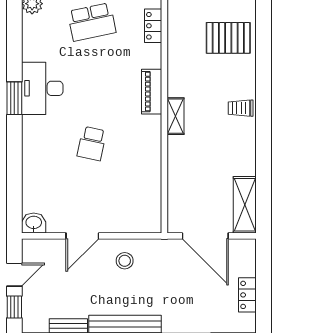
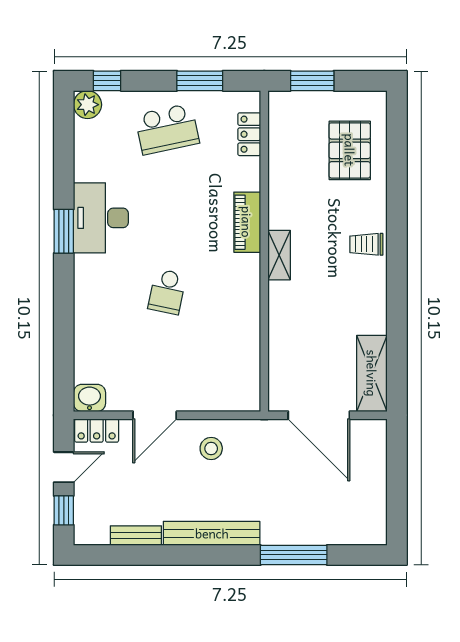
pallet: (228, 38) -> (350, 150), turned 90
locker: (247, 295) -> (97, 431), moved, turned -90

